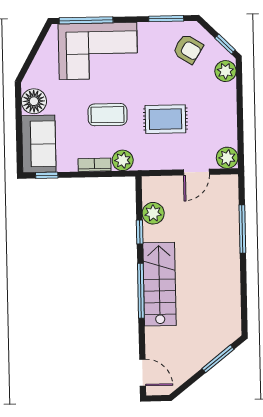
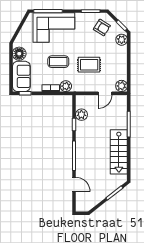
stairs: (159, 284) -> (119, 152), moved, turned 180
door: (143, 373) -> (74, 184), moved

